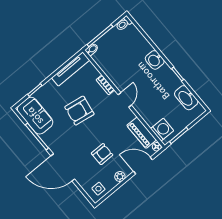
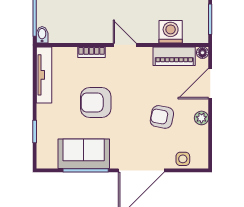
armchair: (79, 111) -> (96, 102), turned 81
sofa: (35, 116) -> (84, 154), moved
washing machine: (162, 130) -> (171, 32), moved
armchair: (102, 154) -> (162, 117), turned -79
side table: (98, 189) -> (183, 159), moved

